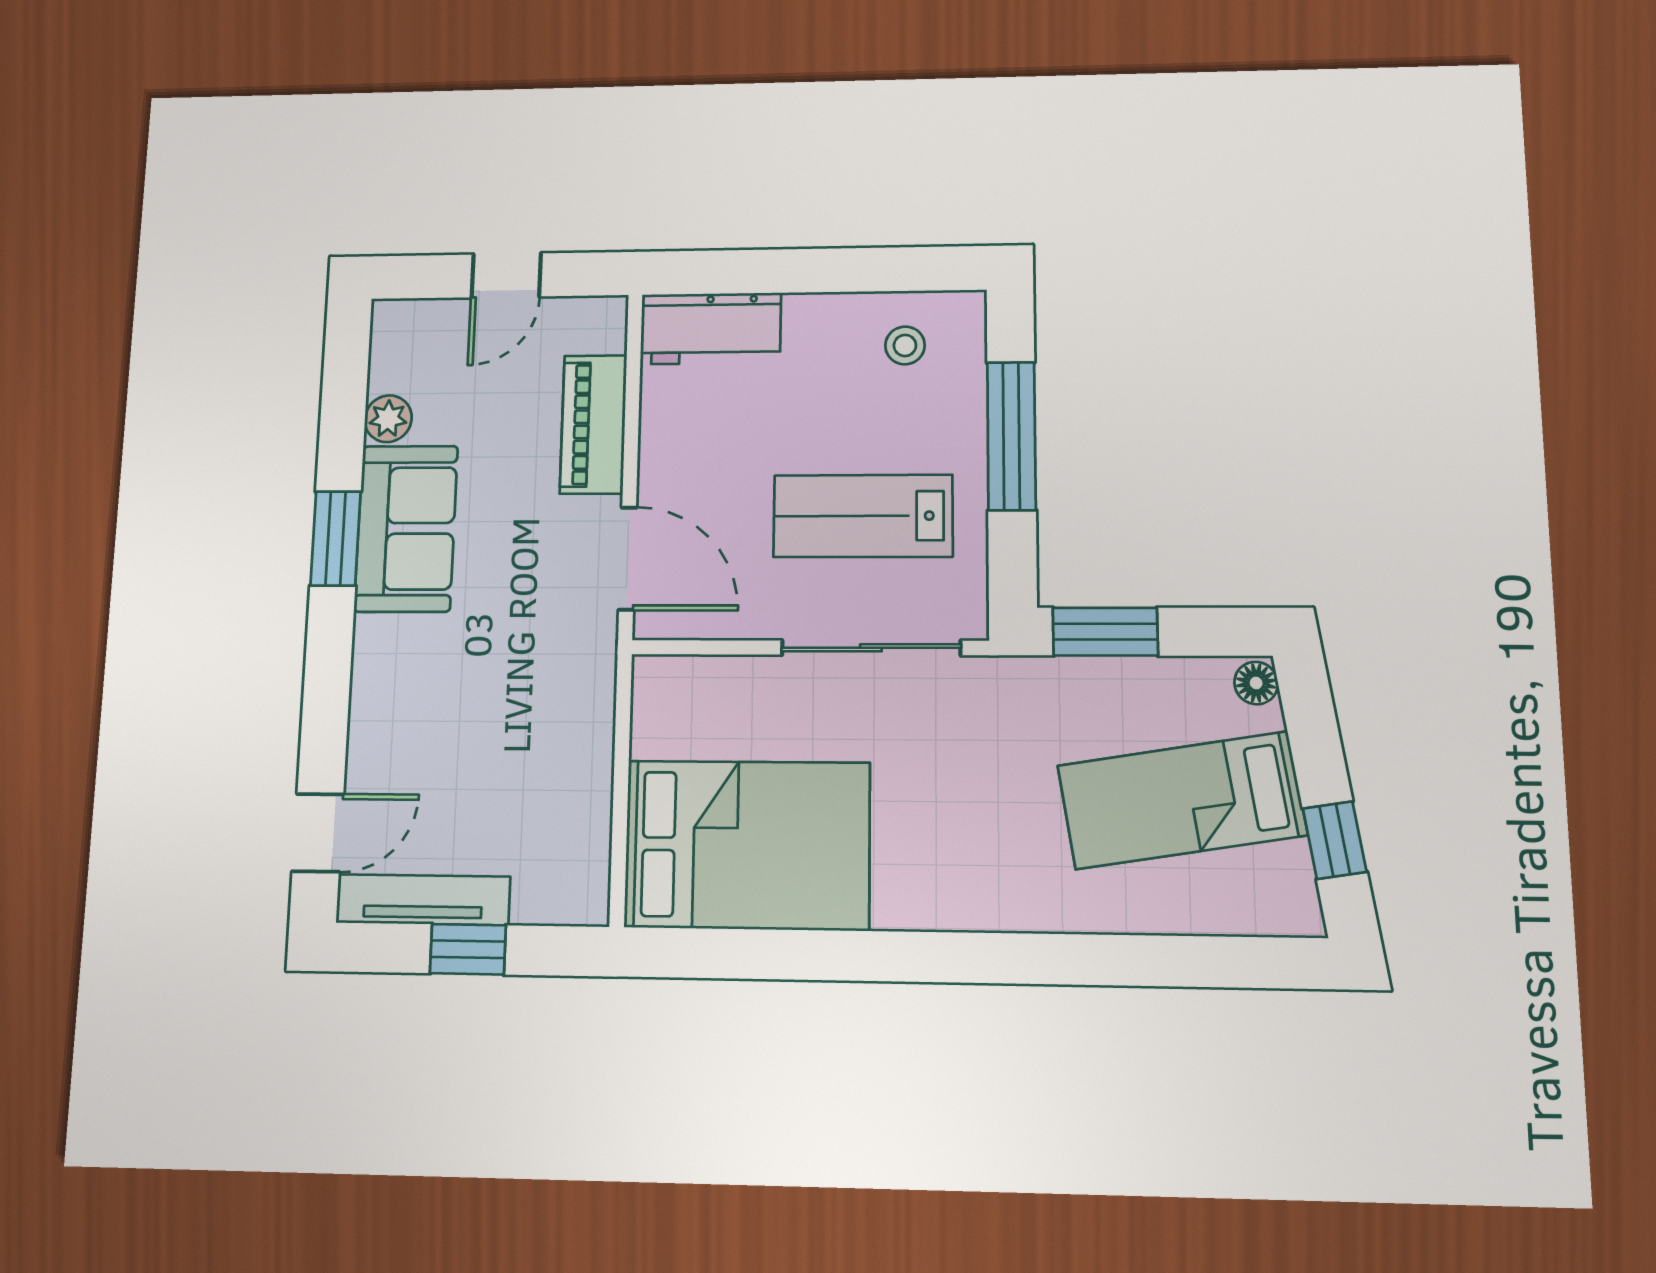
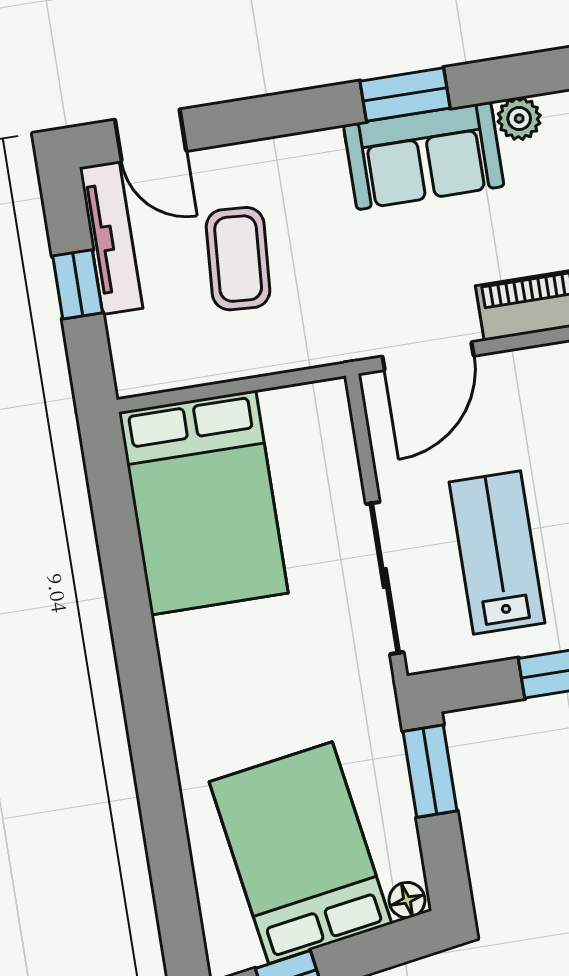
coffee table: (476, 756) -> (238, 259), added
bed: (1182, 800) -> (301, 853), width x1.50

